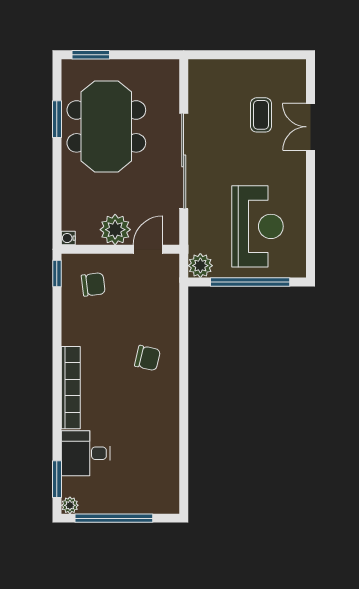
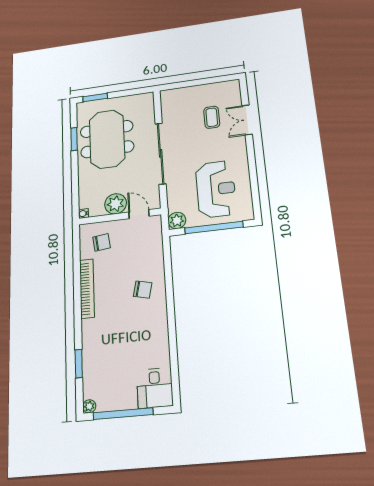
door: (148, 249) -> (139, 214), hinge flipped
window: (57, 274) -> (76, 238), removed
bookcase: (71, 388) -> (87, 288), moved
desk: (86, 453) -> (155, 388), moved, turned -90
window: (57, 479) -> (79, 364), moved

